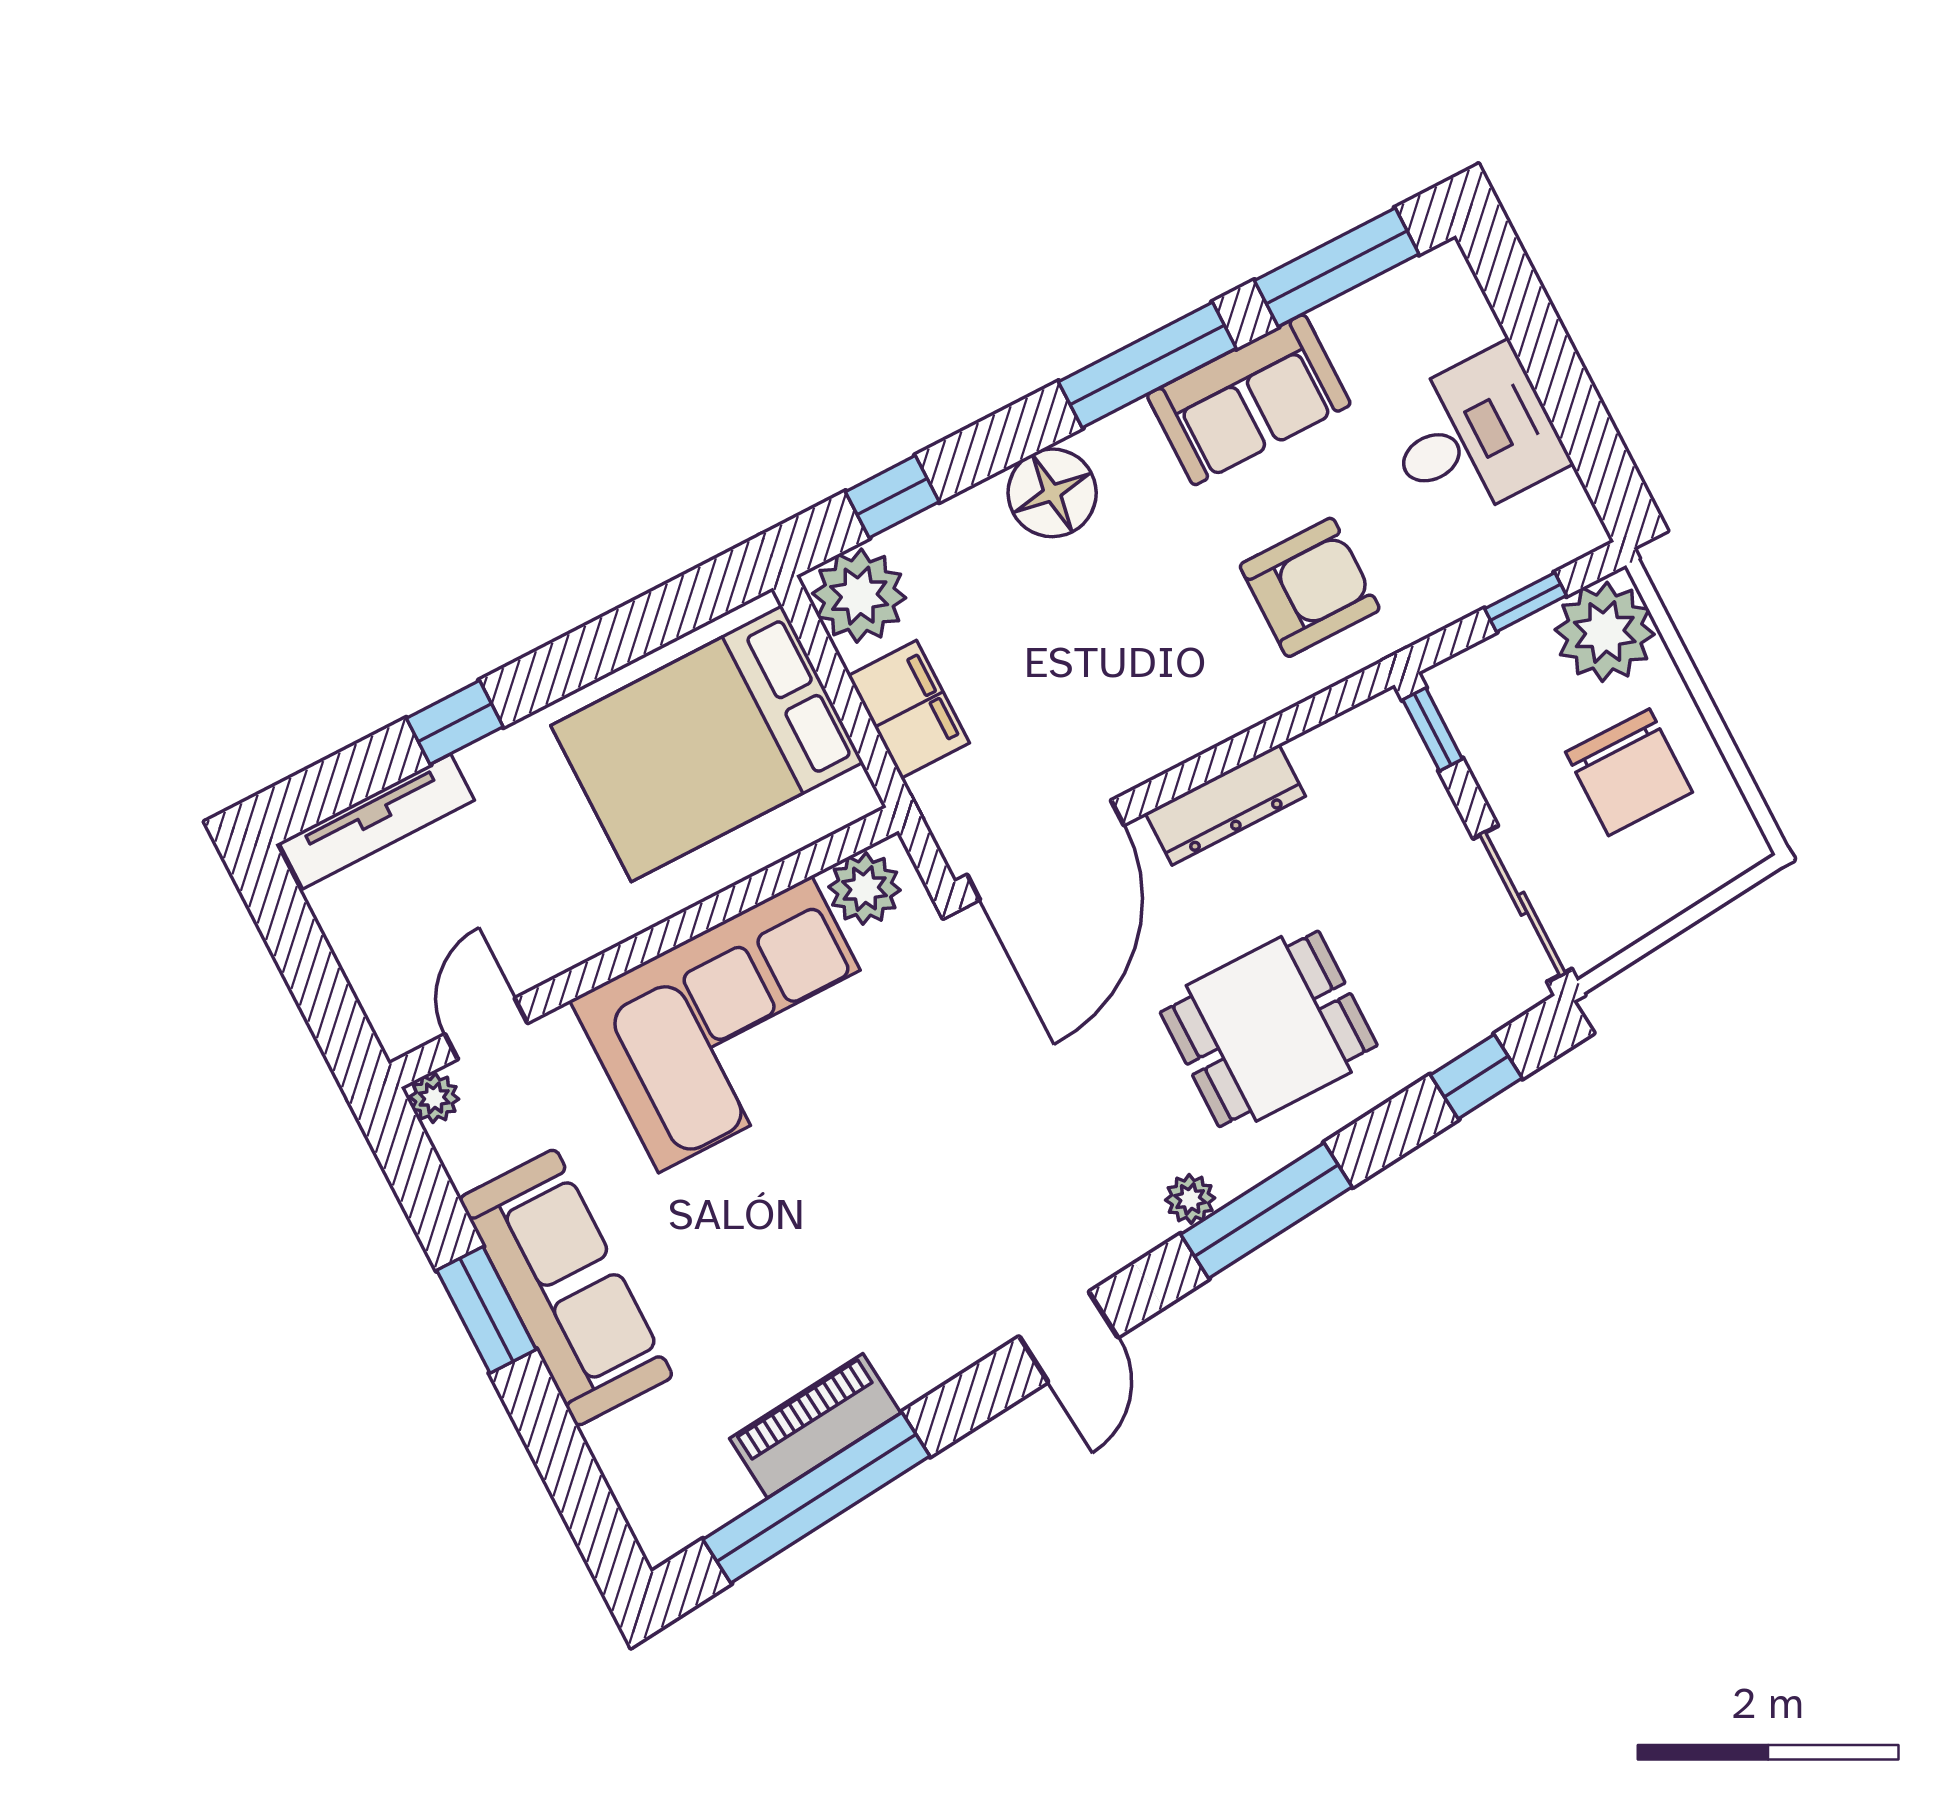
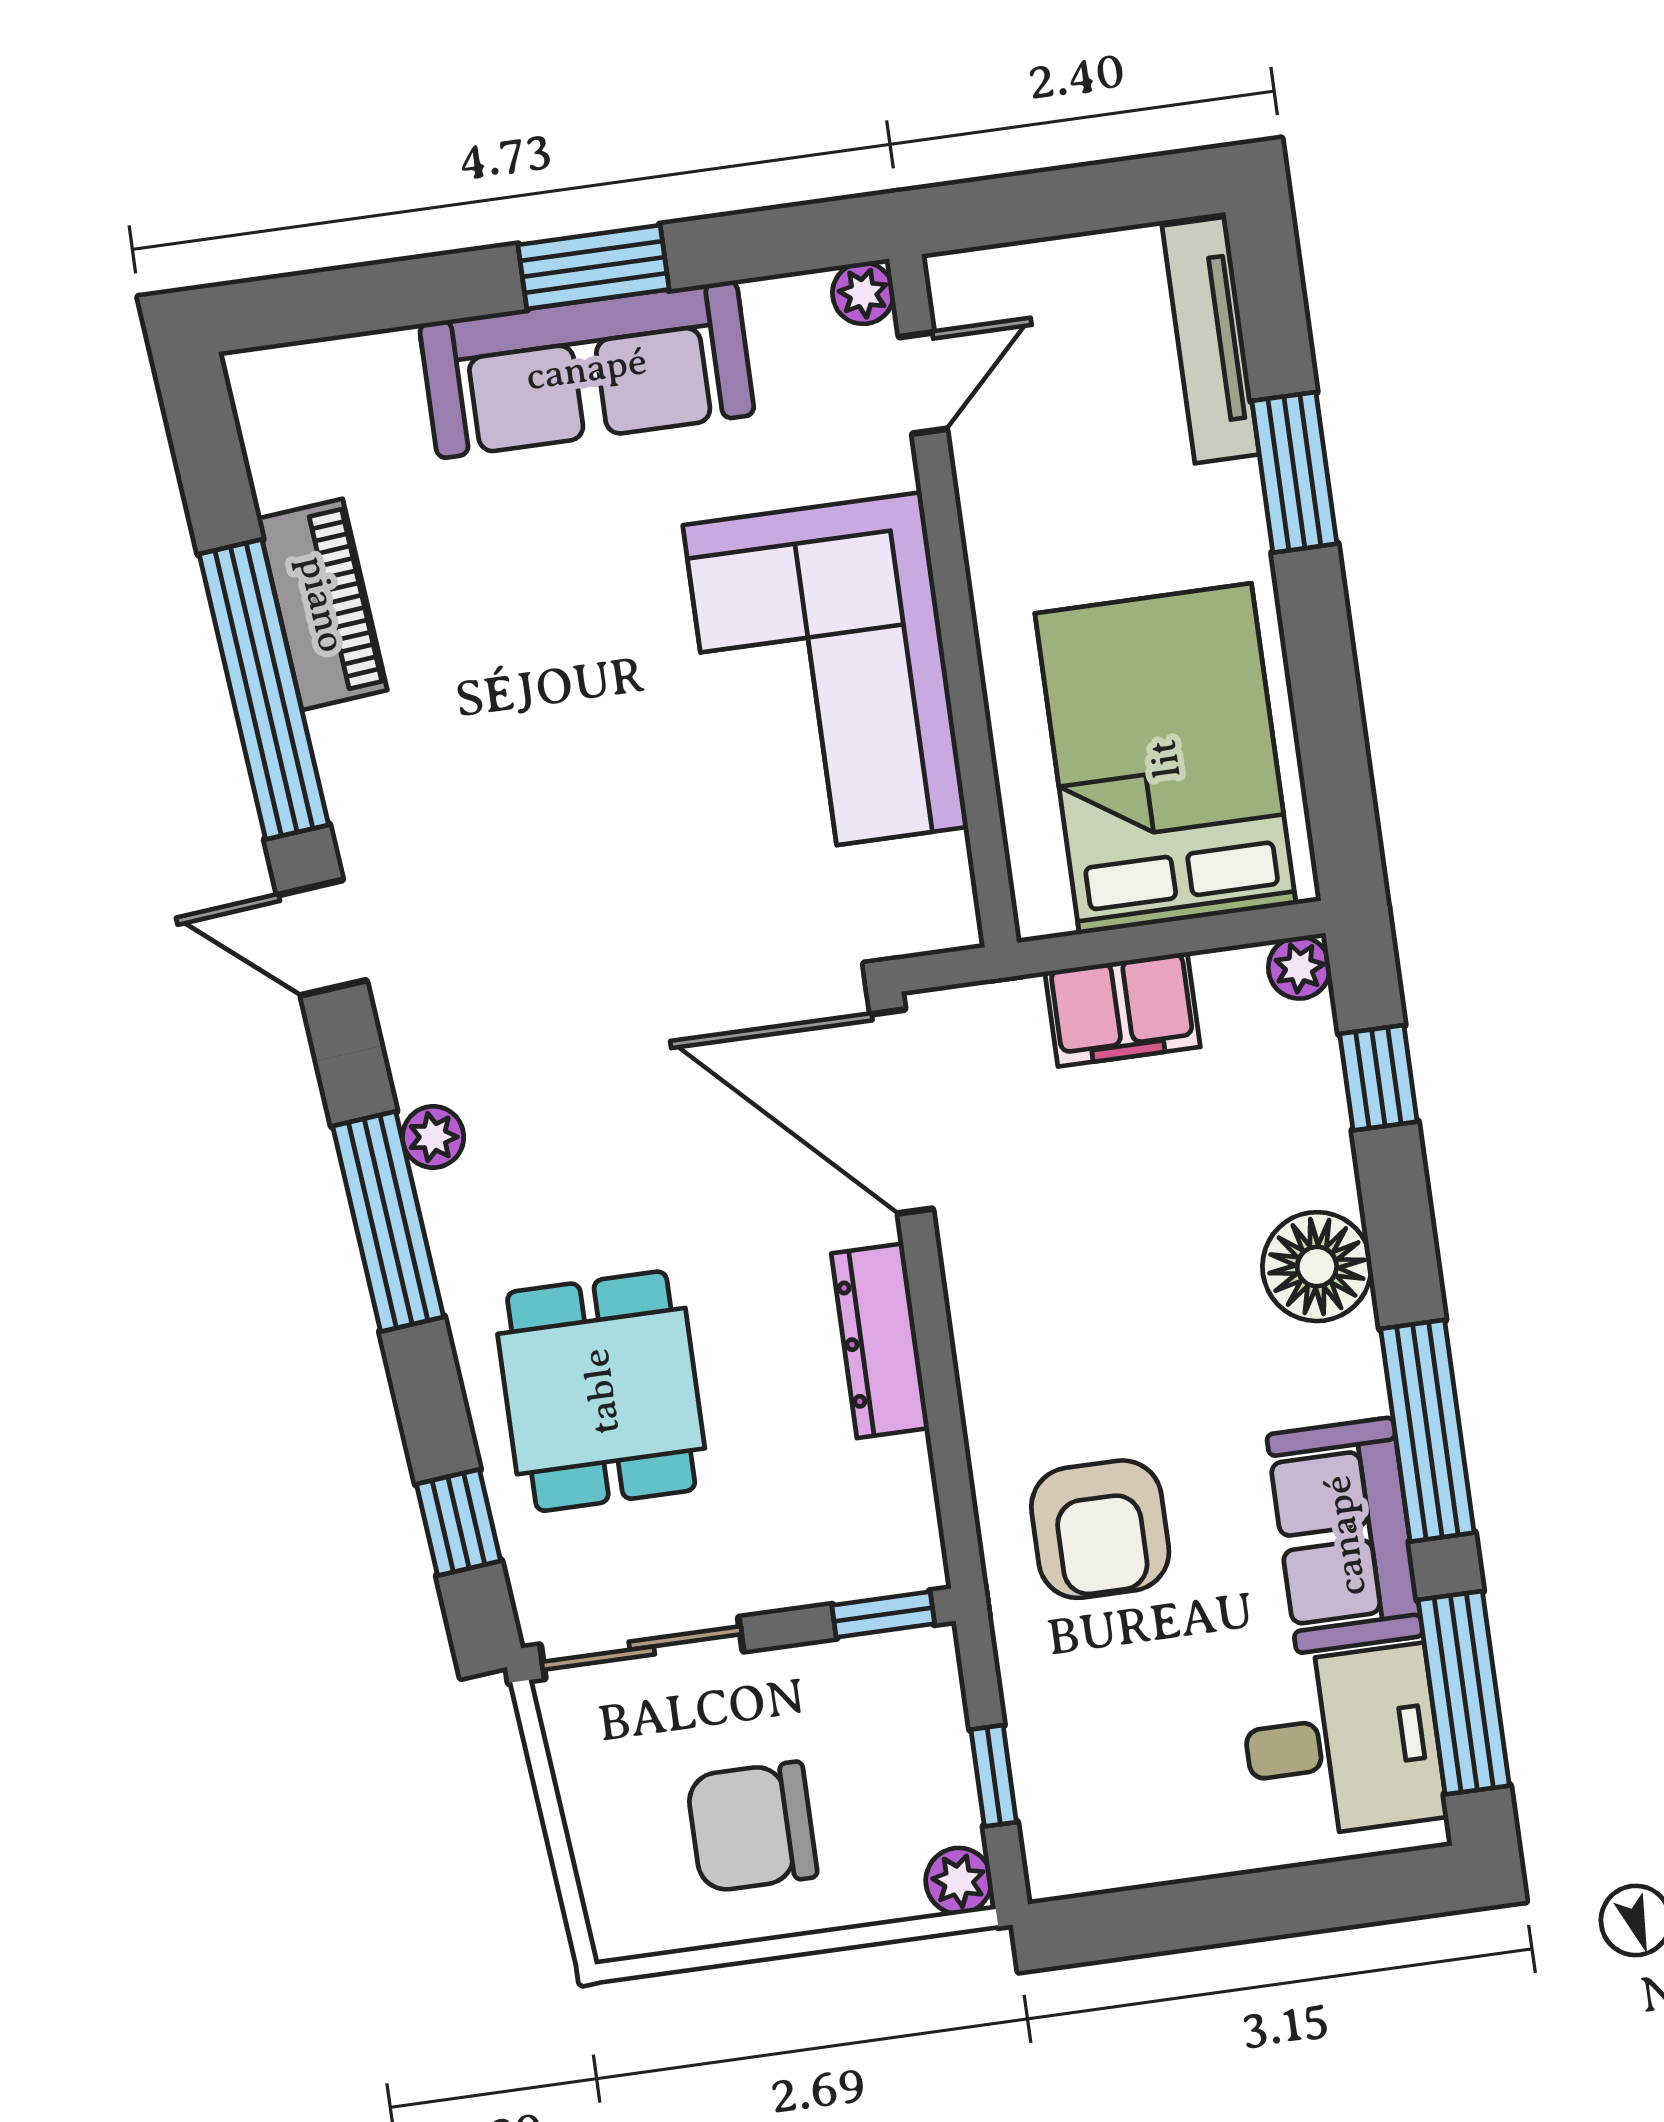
desk: (1474, 436) -> (1342, 1743), moved, turned -90
plant: (859, 596) -> (1299, 968), width x0.53, depth x0.53
plant: (1605, 632) -> (959, 1881), width x0.53, depth x0.53
window: (455, 722) -> (1294, 472), width x1.50
plant: (865, 889) -> (931, 884), removed
door: (486, 1029) -> (923, 383), hinge flipped
dining table: (1269, 1029) -> (601, 1391), moved
window: (816, 1498) -> (264, 689), moved

